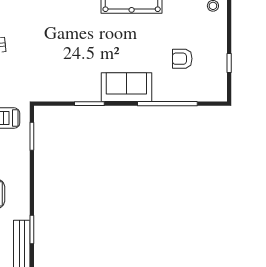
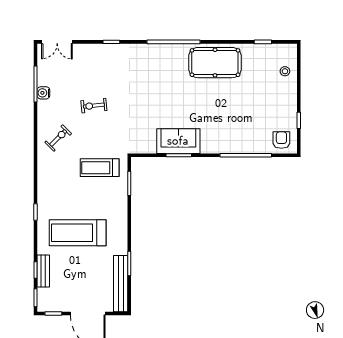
armchair: (182, 59) -> (281, 140), moved, turned 90
sofa: (126, 87) -> (178, 141), moved

